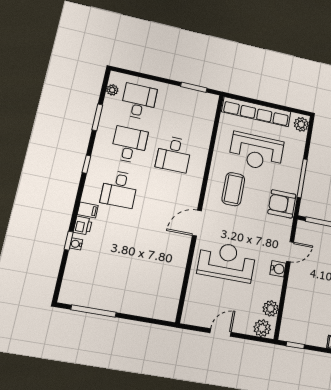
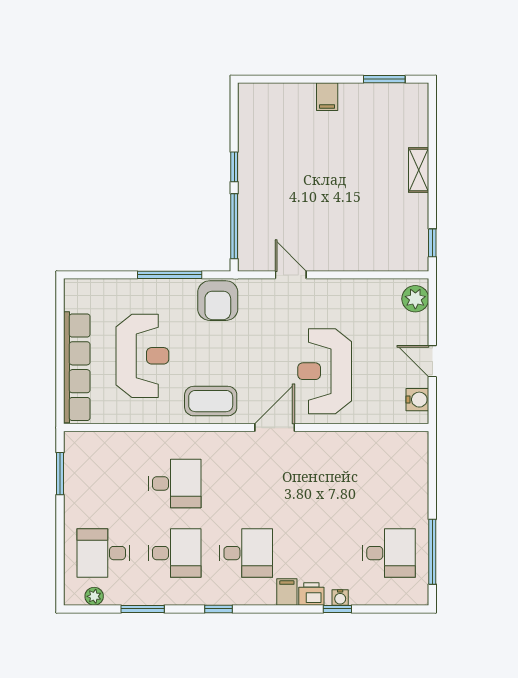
plant: (301, 124) -> (81, 291), removed
desk: (129, 145) -> (175, 553), turned 180
coffee table: (233, 189) -> (211, 401), moved
door: (197, 223) -> (275, 428), swing flipped
water cooler: (278, 269) -> (417, 400), moved, turned 90
desk: (99, 282) -> (389, 553), added
plant: (271, 308) -> (383, 291), removed

